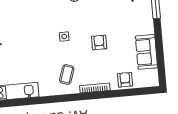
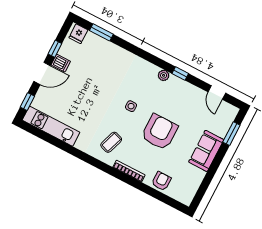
armchair: (99, 42) -> (159, 132), width x1.88, depth x1.88
sofa: (146, 52) -> (206, 151), moved

